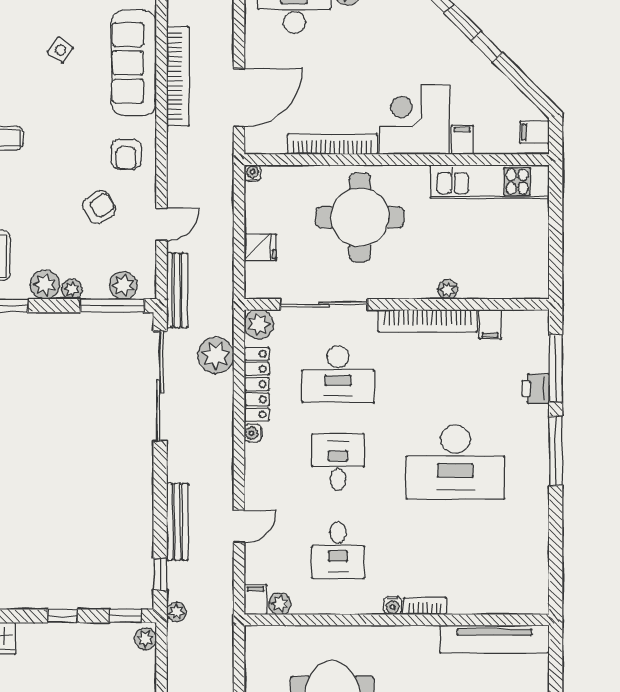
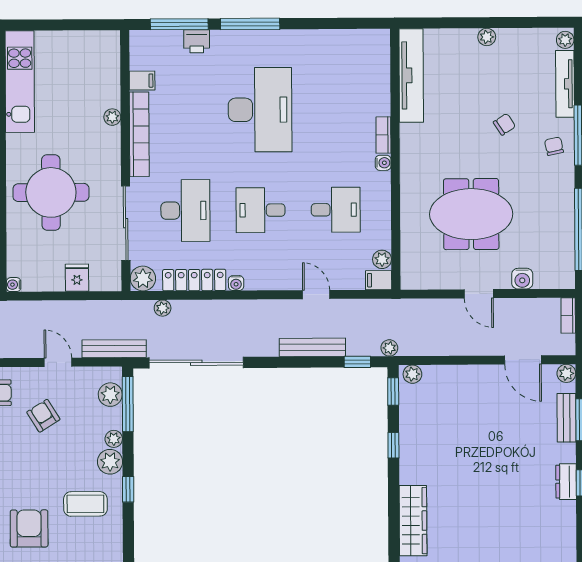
plant: (216, 355) -> (163, 308), width x0.53, depth x0.53

